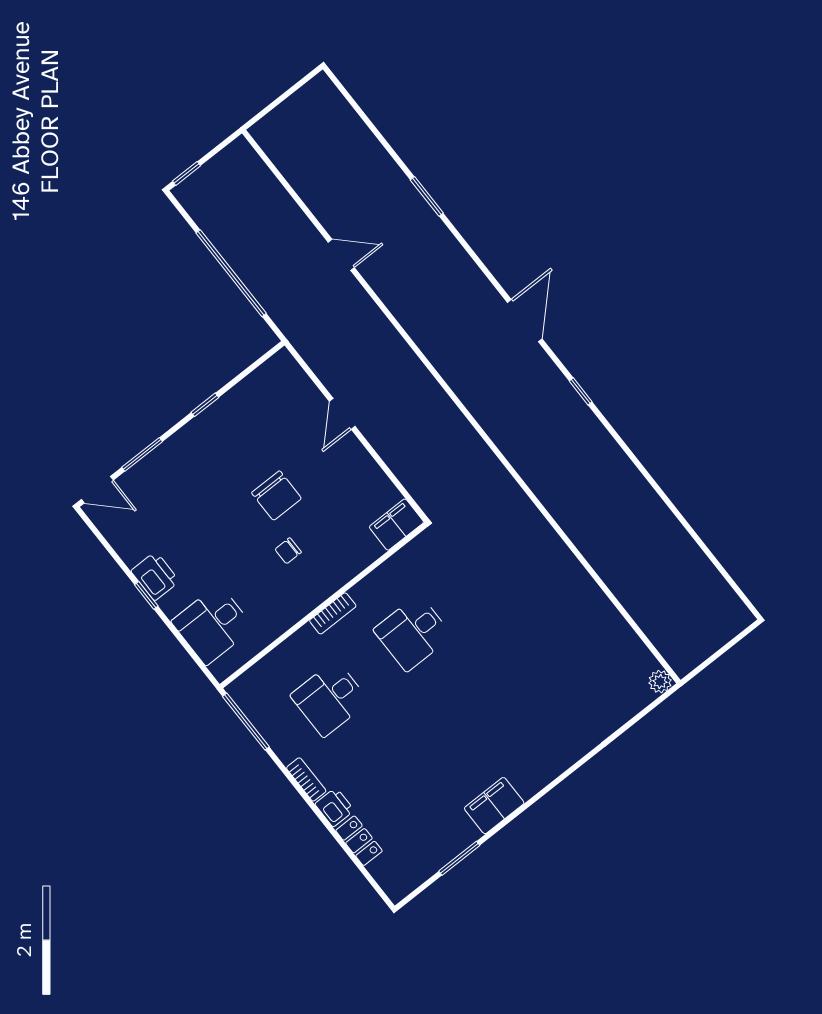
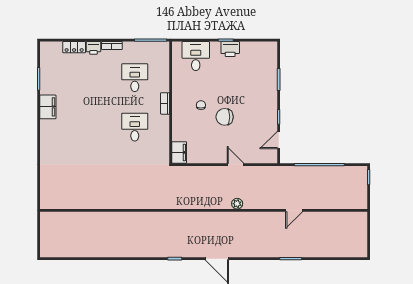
door: (97, 490) -> (279, 140), moved
plant: (660, 682) -> (237, 204), moved

